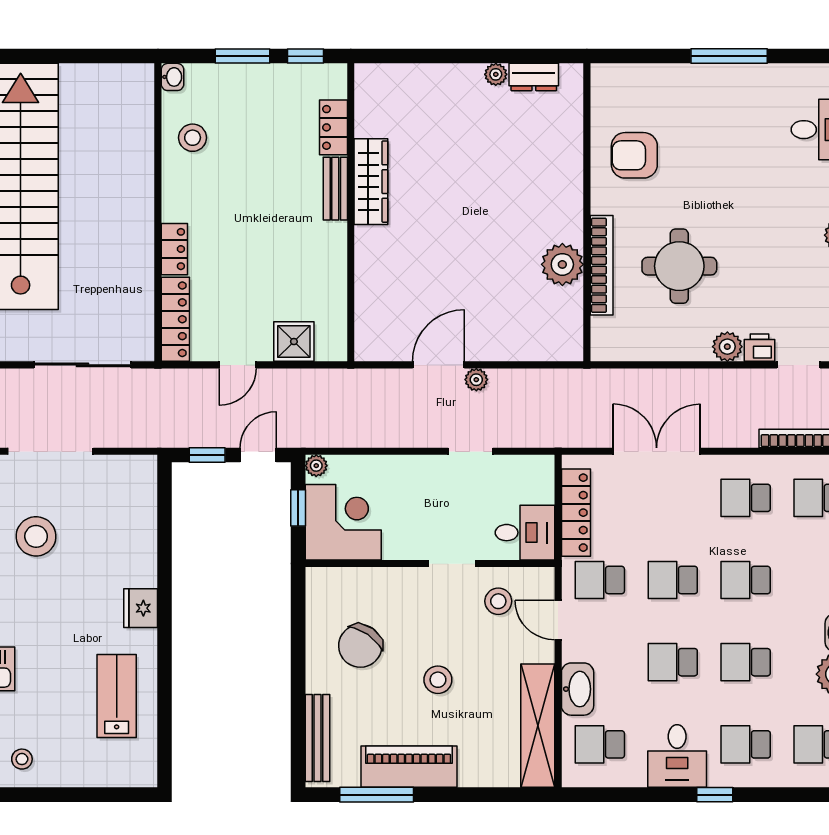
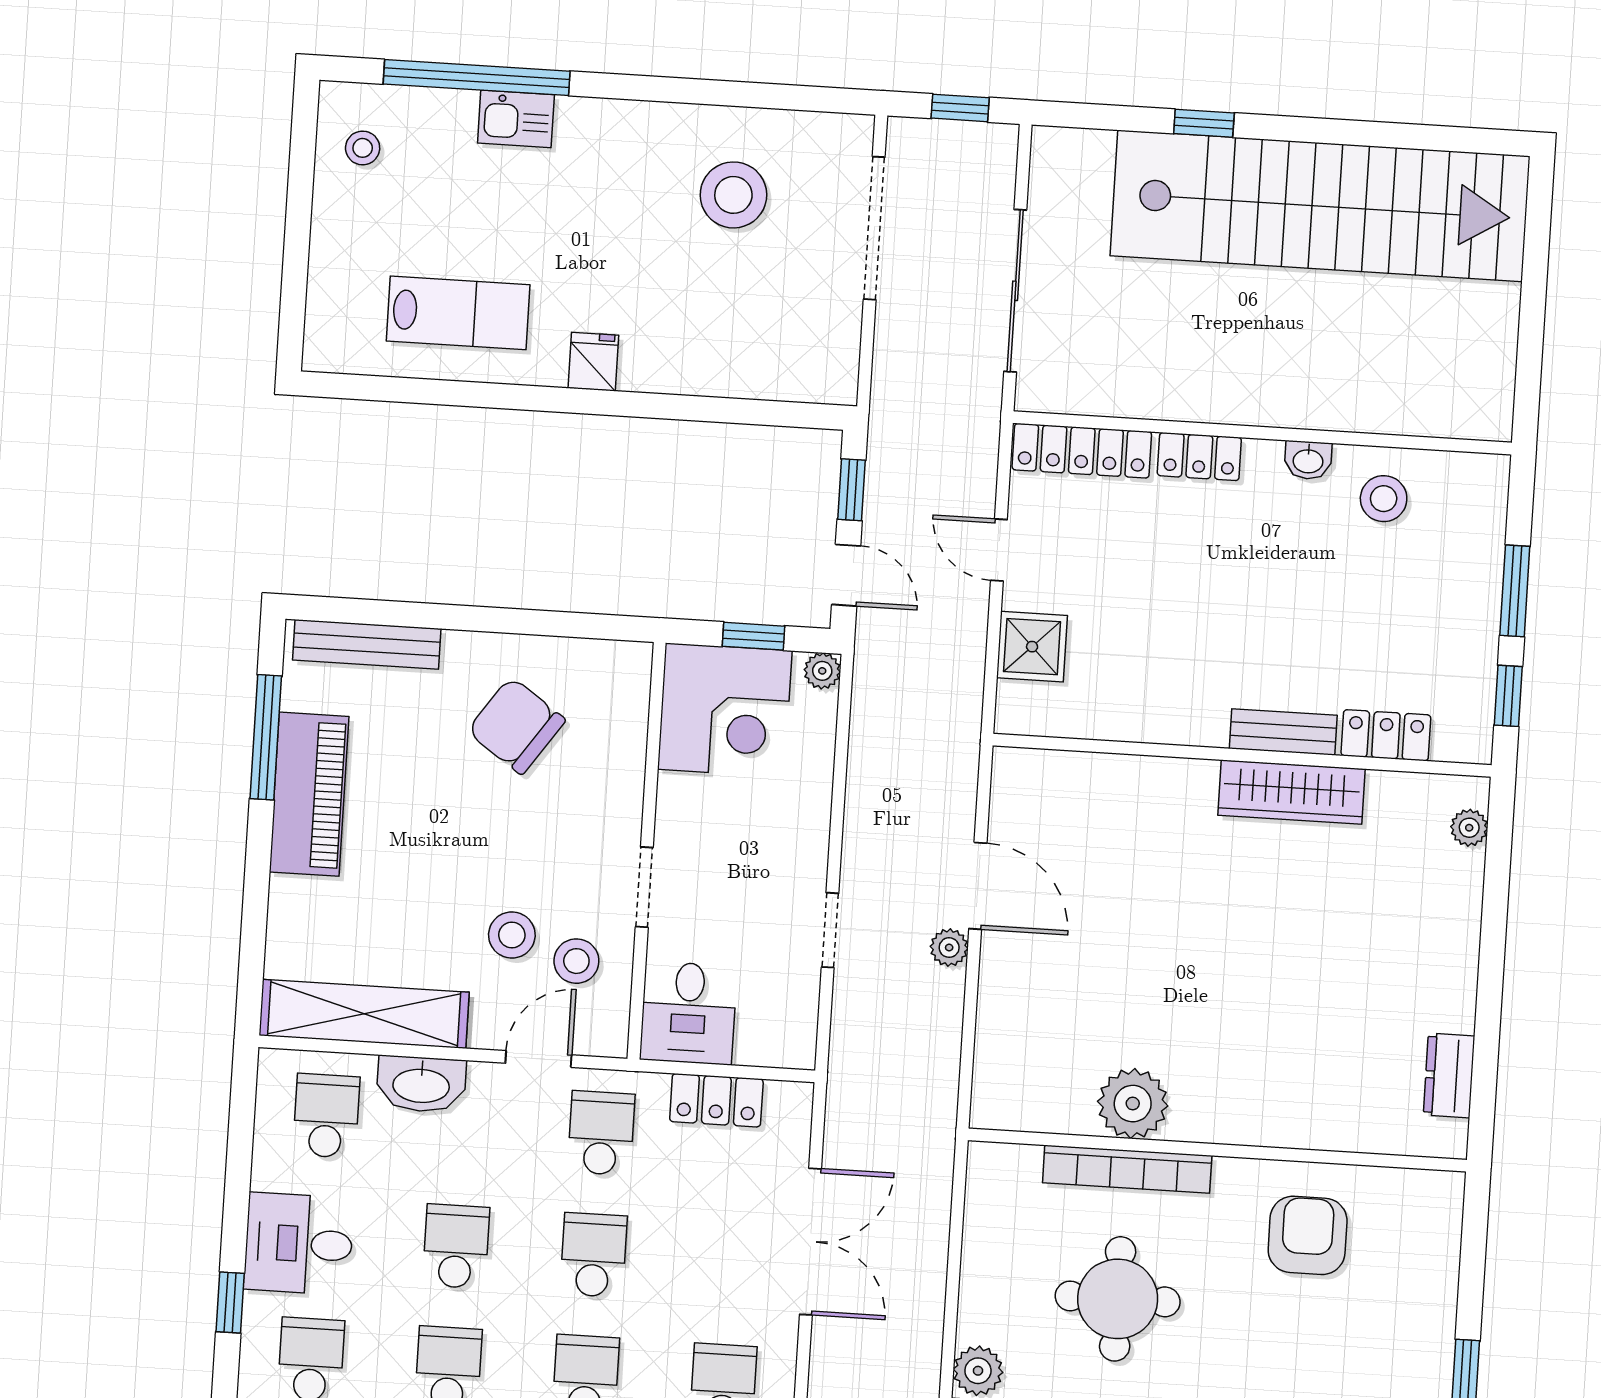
plant: (496, 74) -> (1469, 828), moved
washbasin: (173, 77) -> (1308, 460), moved
locker: (576, 513) -> (716, 1100), width x0.66
fridge: (141, 608) -> (593, 362), width x0.72
stool: (438, 680) -> (512, 935), moved

